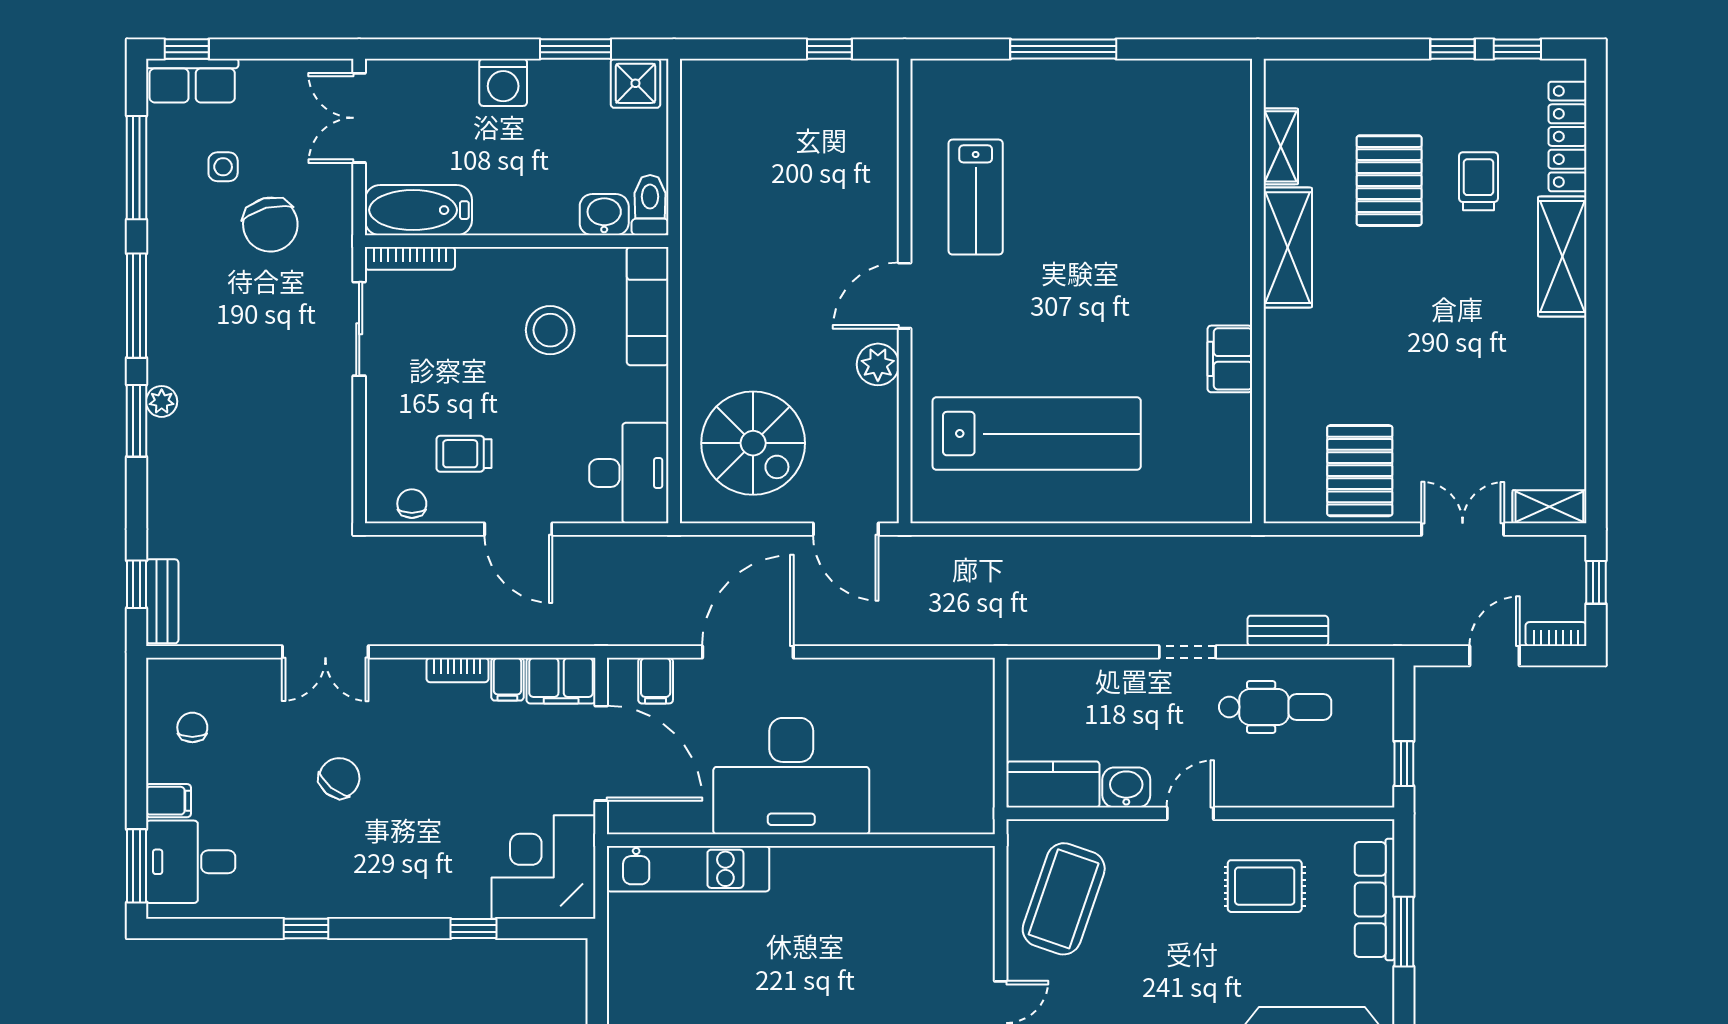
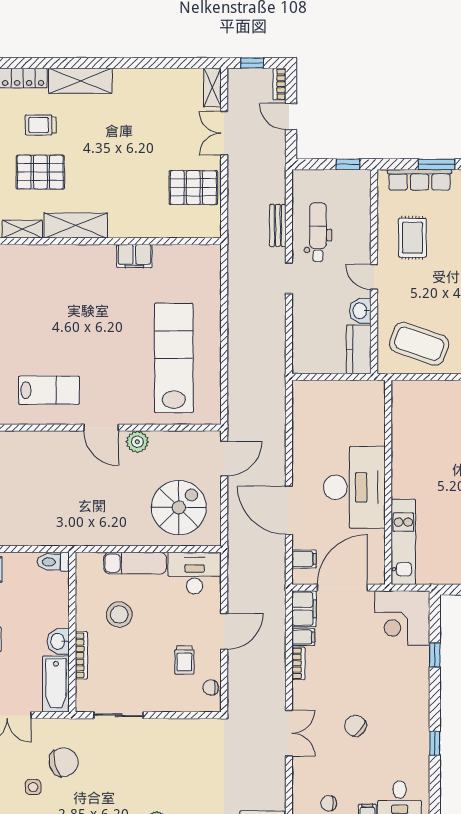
washbasin: (604, 215) -> (58, 641), moved
bookcase: (410, 258) -> (81, 655), moved
exam couch: (648, 306) -> (135, 563), moved

